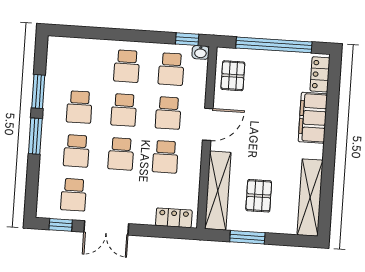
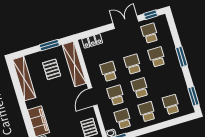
window: (38, 91) -> (193, 96), moved
school desk: (79, 107) -> (171, 105), moved

